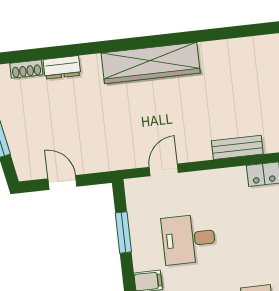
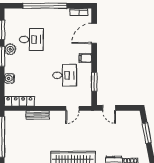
door: (62, 182) -> (109, 108), moved

